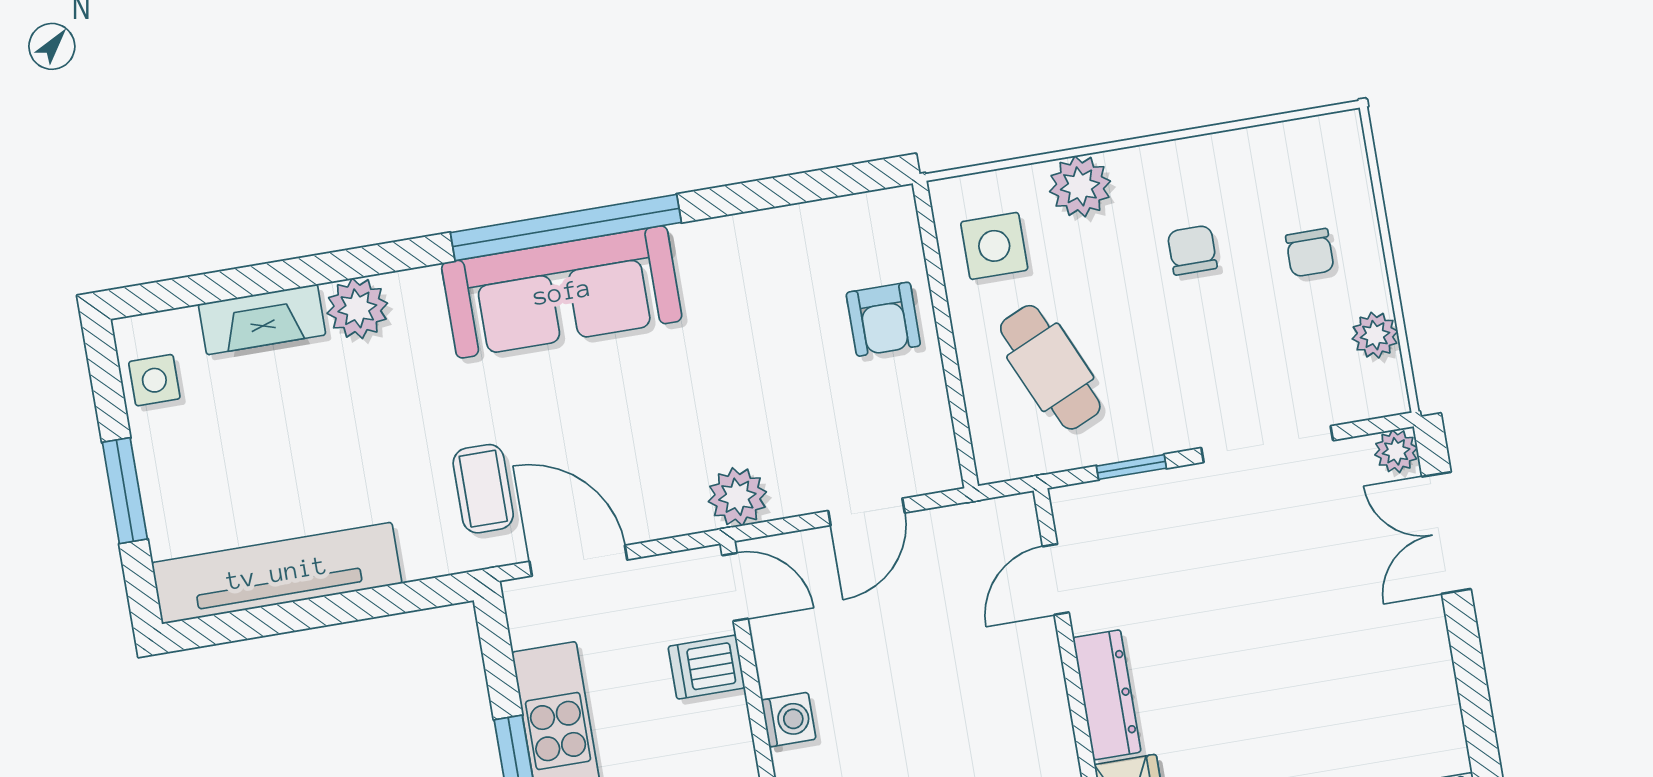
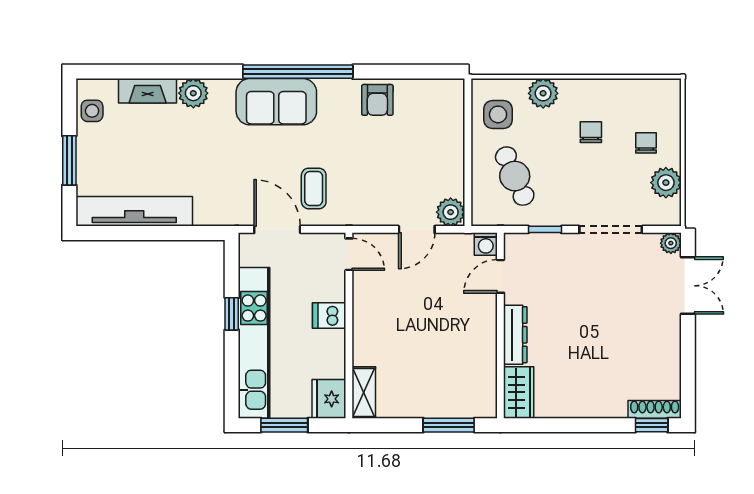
chair: (1310, 253) -> (646, 143), turned 180
sofa: (562, 292) -> (276, 102), width x0.73
armchair: (883, 319) -> (377, 100), moved
plant: (1375, 335) -> (666, 183), width x1.38, depth x1.38
coffee table: (483, 489) -> (314, 188), moved
plant: (737, 497) -> (451, 212), moved
double door: (1446, 533) -> (688, 286), swing flipped
dishwasher: (707, 667) -> (329, 316), moved
washing machine: (789, 720) -> (486, 244), moved, turned 90

